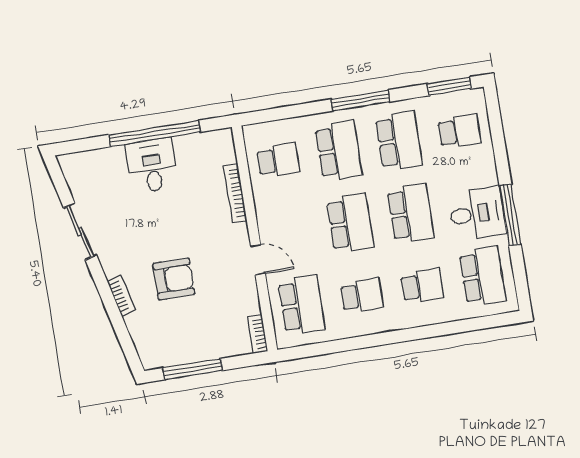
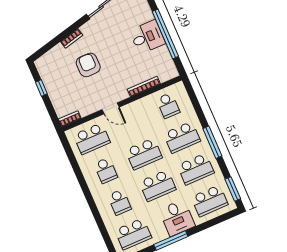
school desk: (459, 131) -> (210, 201), width x1.85
desk: (477, 214) -> (177, 218), moved
door: (258, 260) -> (111, 108), hinge flipped
armchair: (174, 279) -> (88, 65), turned 180
window: (193, 369) -> (41, 88), width x0.46

